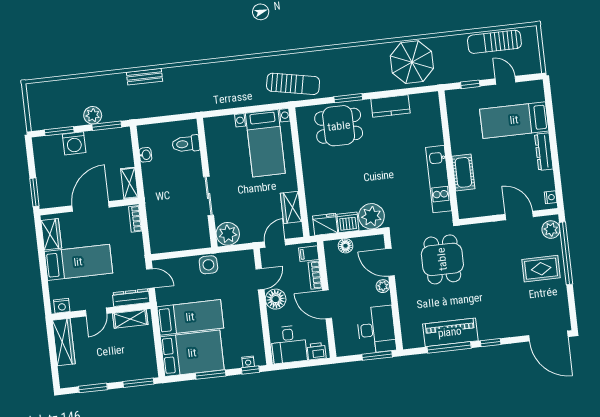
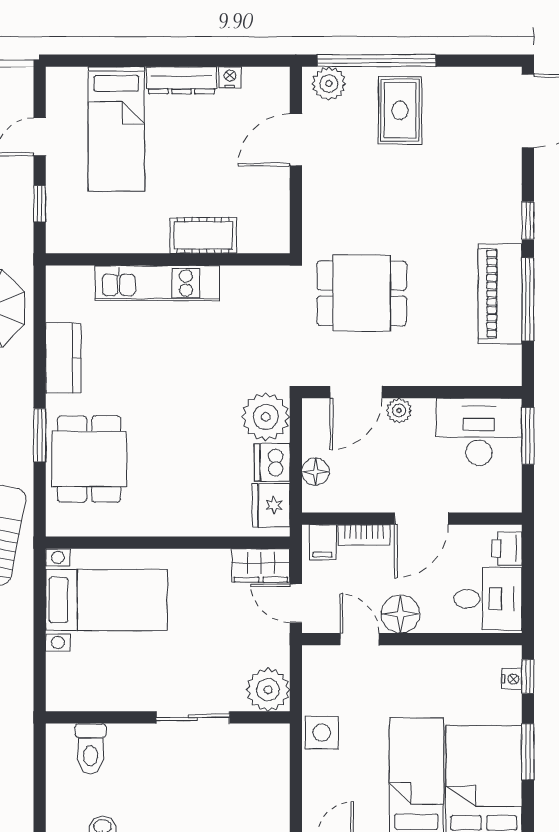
kitchen unit: (439, 179) -> (157, 283), moved
nightstand: (551, 197) -> (230, 77), moved
wardrobe: (291, 207) -> (261, 565), moved

